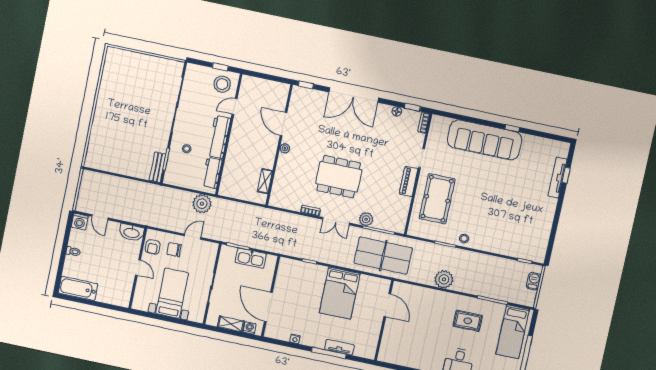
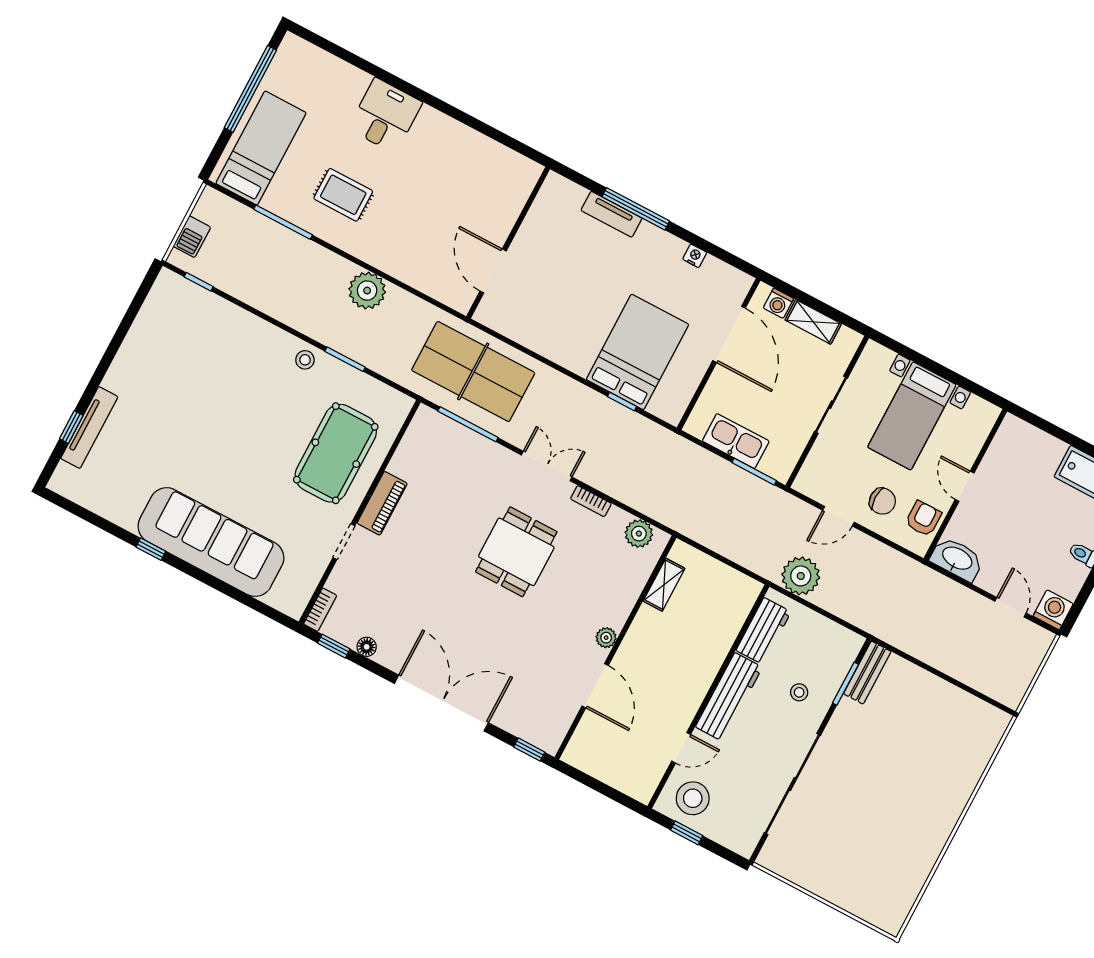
dining table: (339, 177) -> (516, 552), width x0.73
plant: (366, 219) -> (639, 534), moved
bed: (340, 293) -> (637, 352), moved

